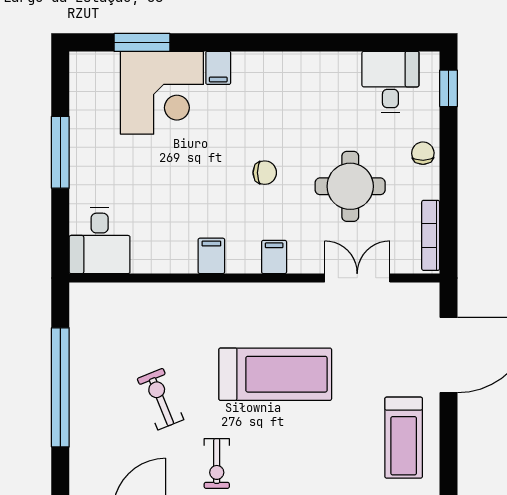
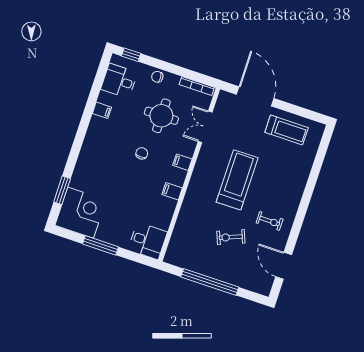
filing cabinet: (218, 68) -> (102, 110), moved
corner desk: (162, 93) -> (81, 213), moved

